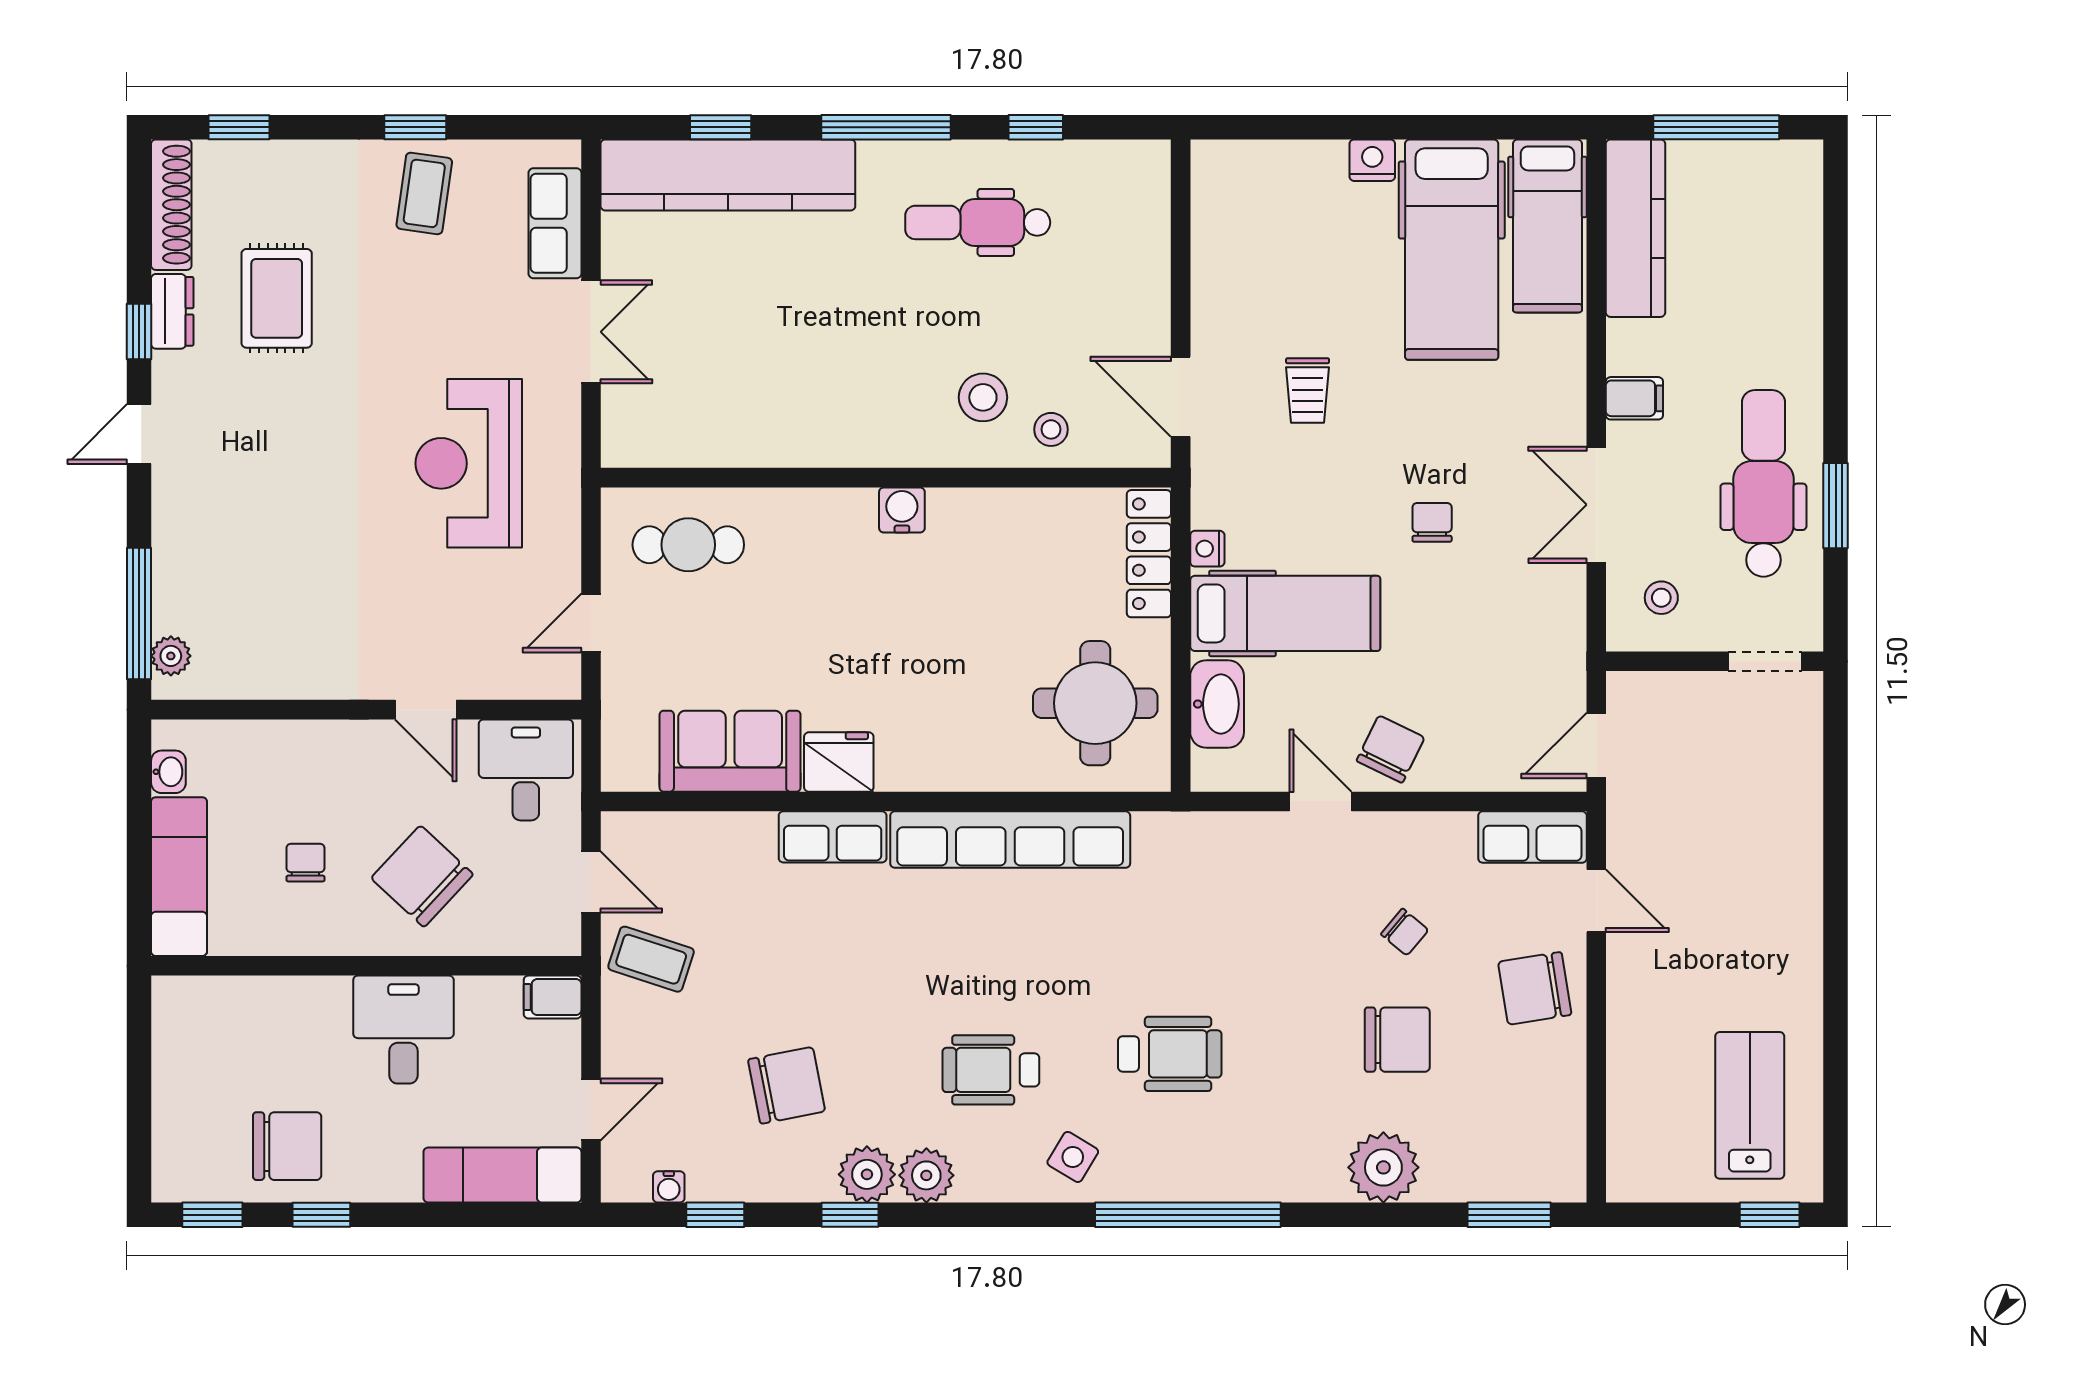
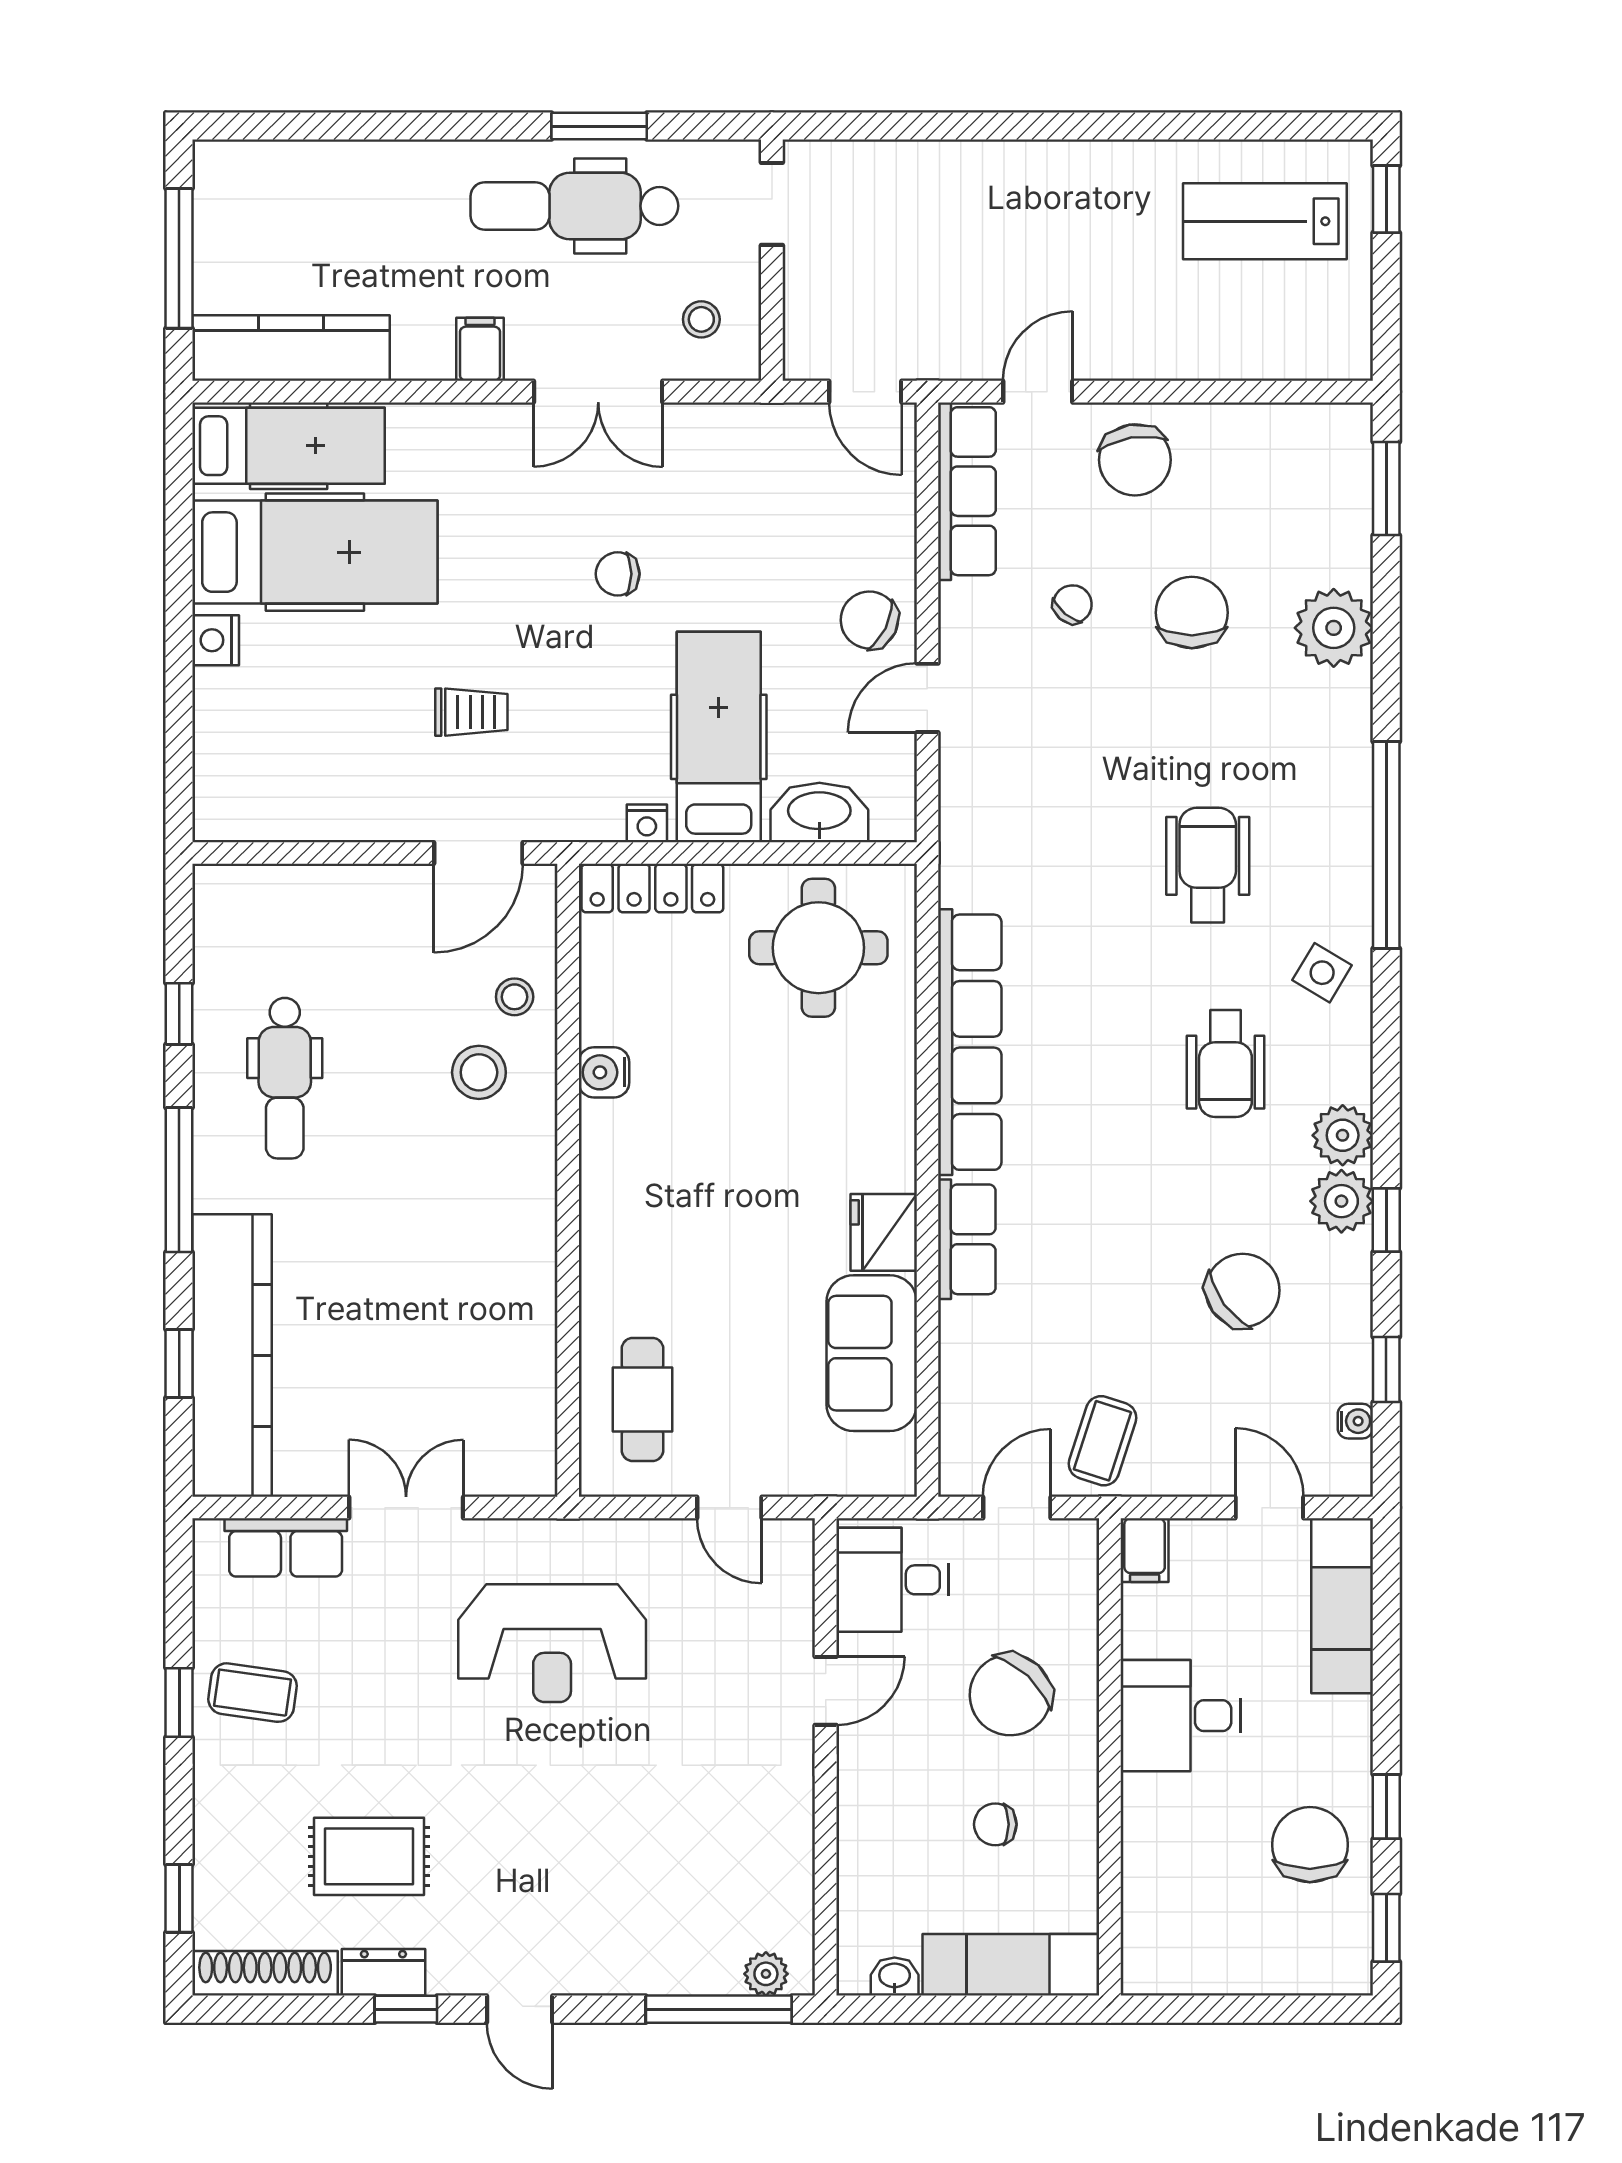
water cooler: (902, 510) -> (604, 1072), moved
row of seats: (1532, 837) -> (967, 491), width x1.48
chair: (787, 1085) -> (1243, 1290), turned 65

